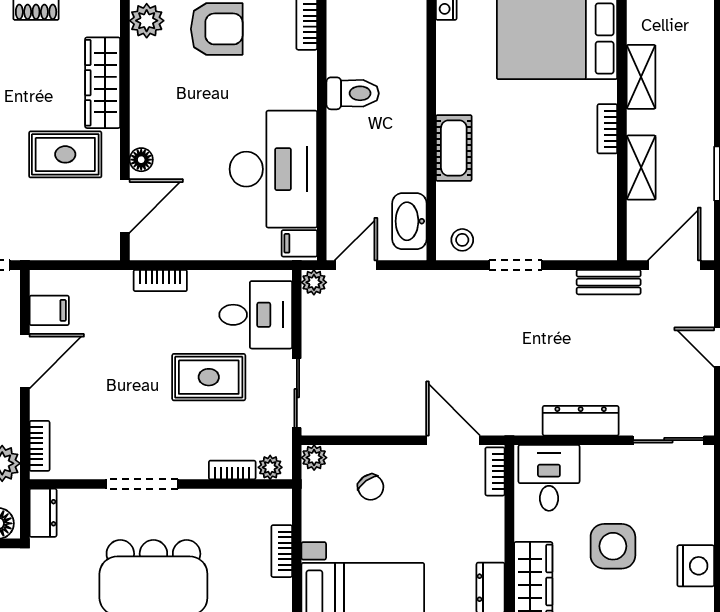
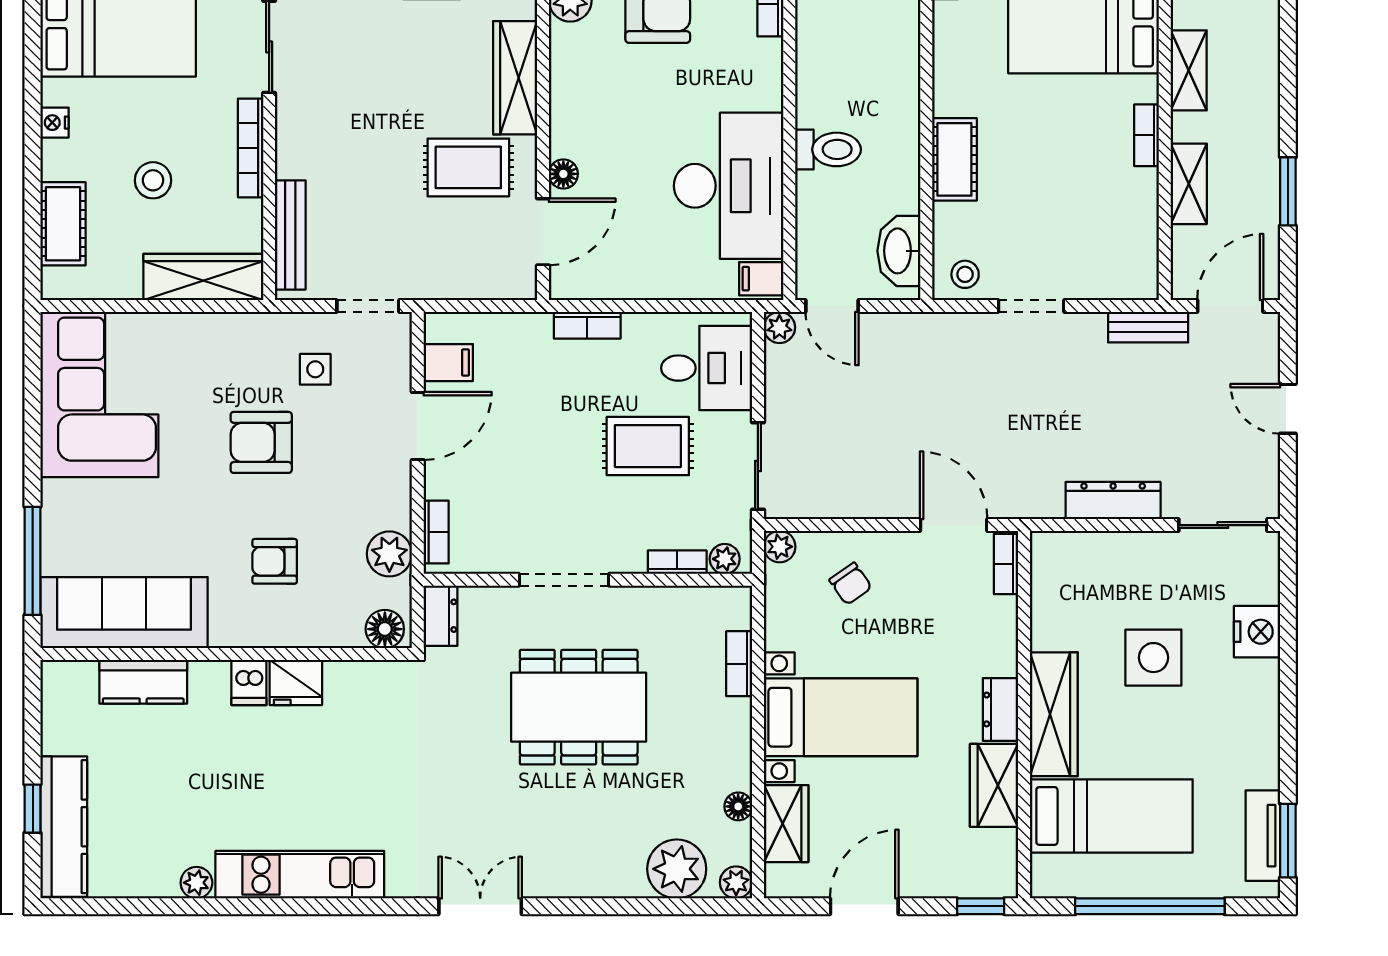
toilet: (353, 93) -> (828, 149), moved
door: (356, 265) -> (832, 306), swing flipped
desk: (549, 478) -> (1073, 572), removed
nightstand: (696, 566) -> (1257, 632), moved

